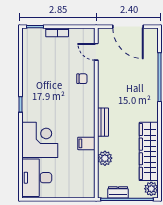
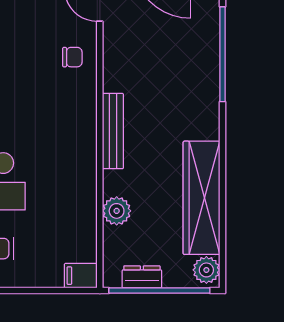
bench: (103, 122) -> (113, 131), width x1.36
filing cabinet: (86, 143) -> (81, 276), moved

